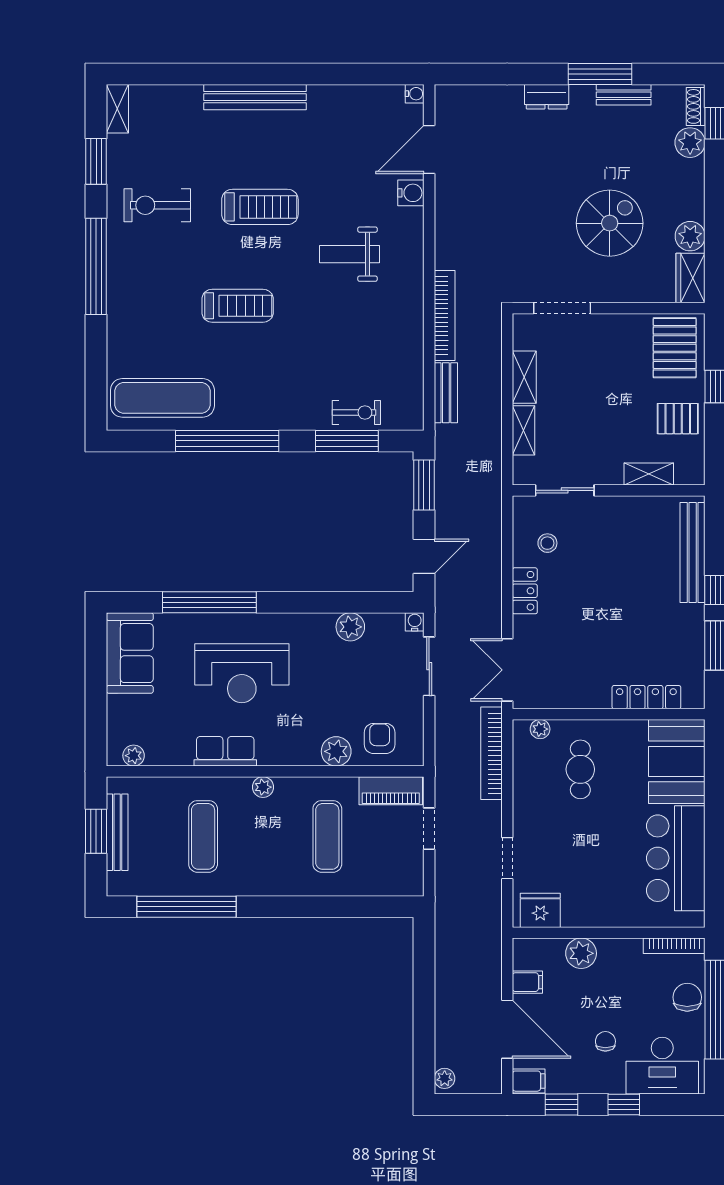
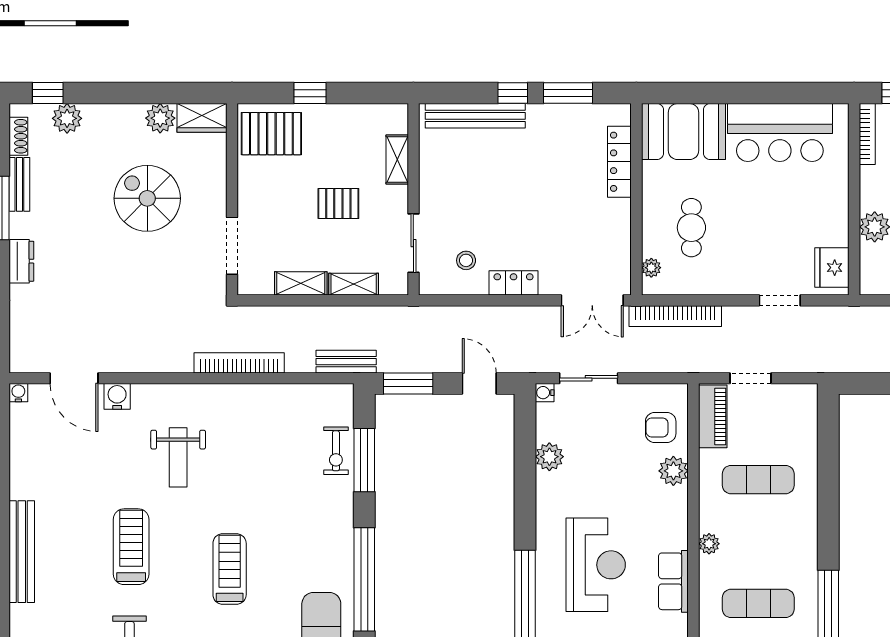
shoe rack: (696, 106) -> (18, 136), moved, turned -90
bench: (446, 393) -> (346, 362), moved
exercise bike: (356, 412) -> (336, 451), turned 180
pallet: (678, 419) -> (338, 204), moved, turned 90
cafe table: (580, 769) -> (691, 228), turned 90

